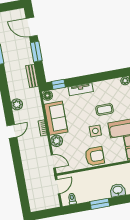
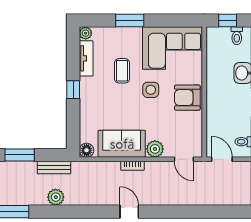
window: (58, 84) -> (73, 90), moved
tv unit: (81, 89) -> (86, 58), moved
plant: (17, 104) -> (56, 197), moved
armchair: (95, 156) -> (187, 98), turned -90
door: (53, 161) -> (184, 159), swing flipped

